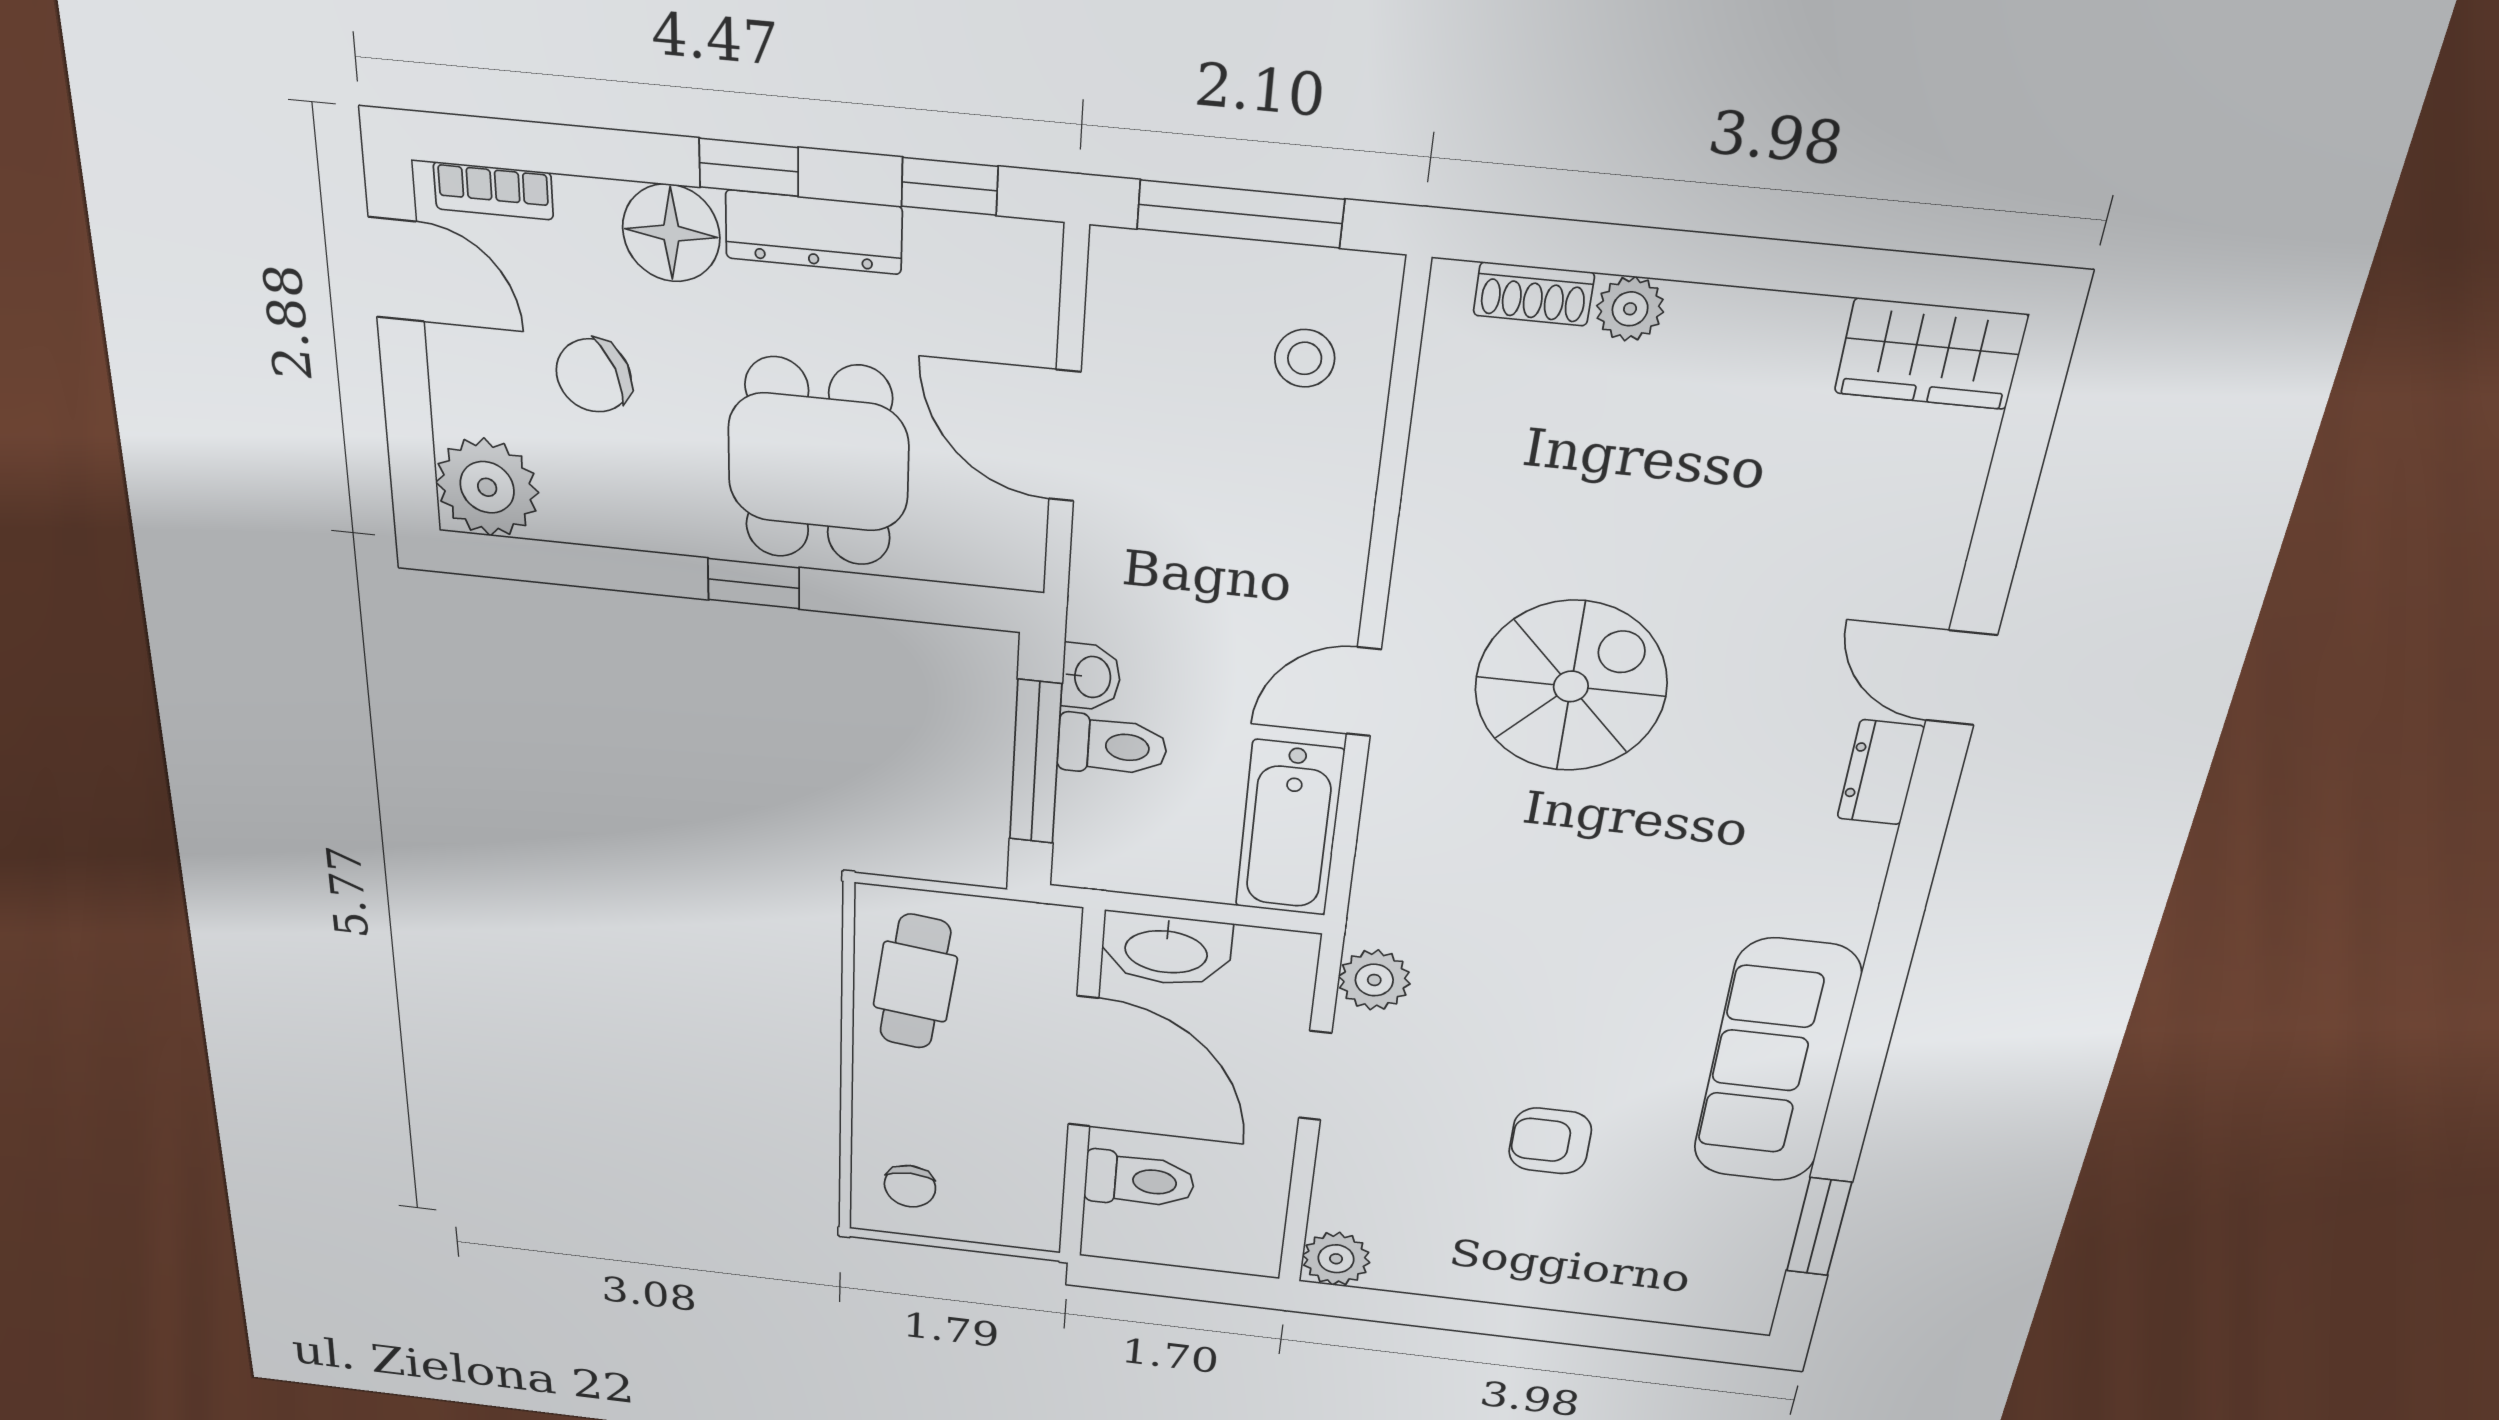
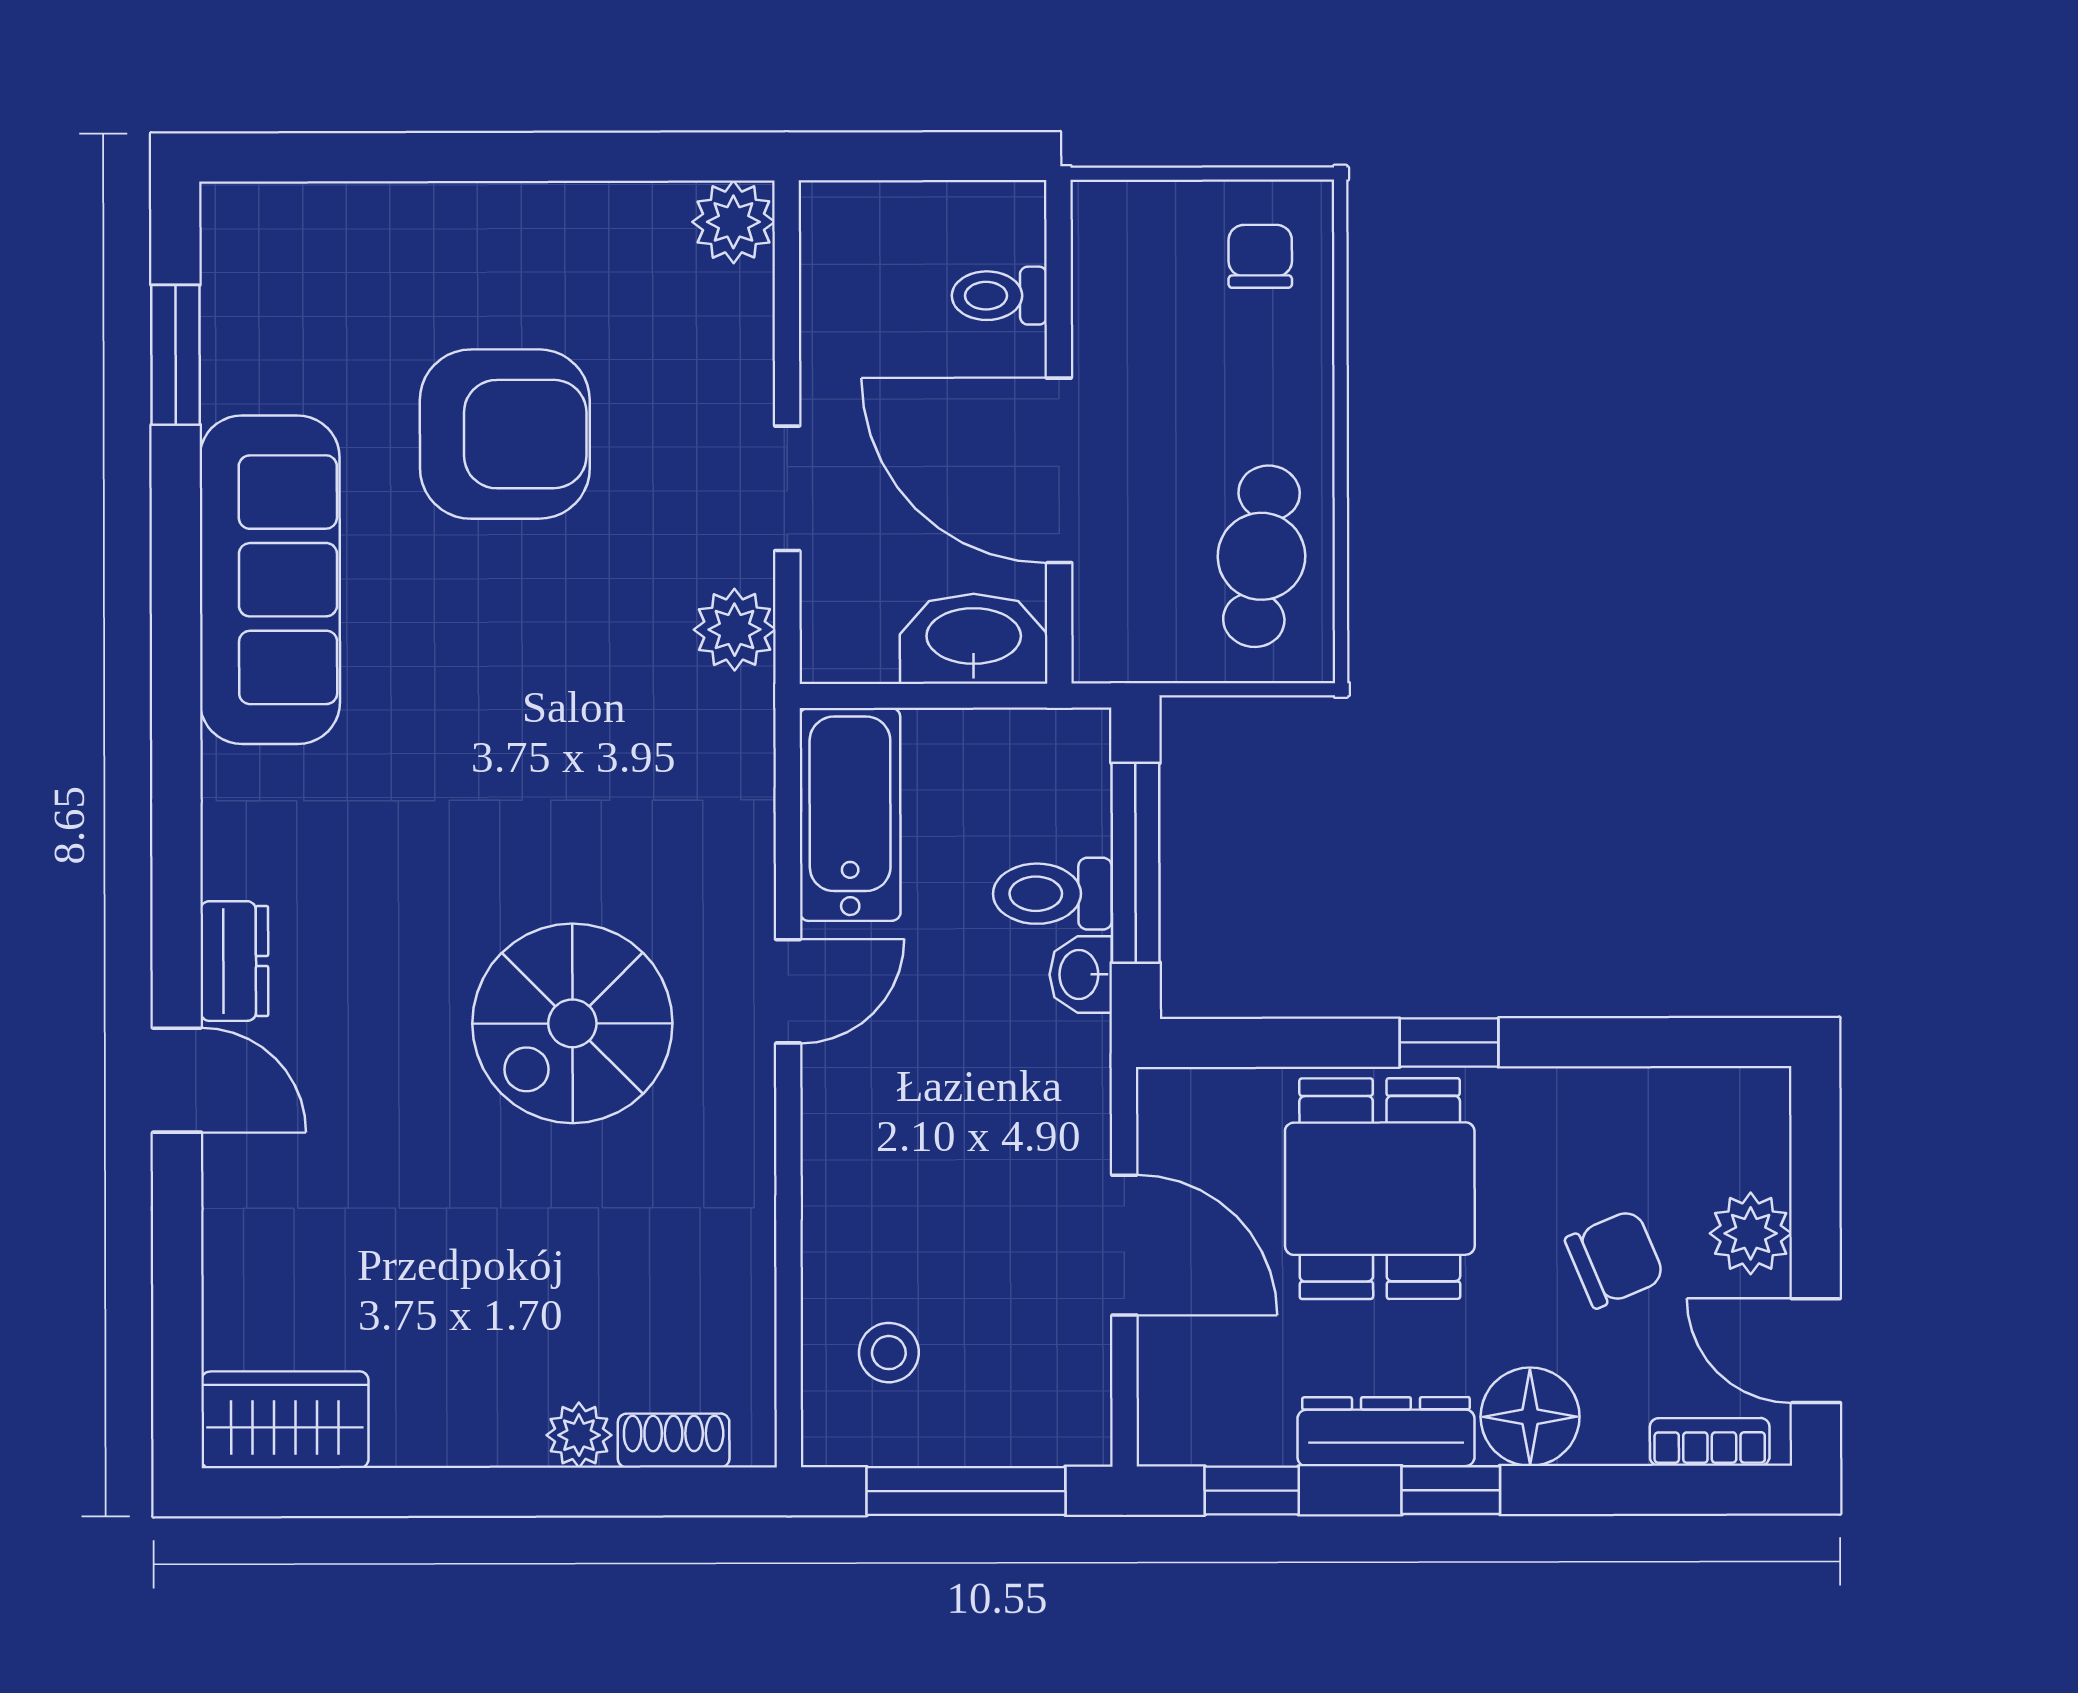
plant: (487, 487) -> (1751, 1233), moved, width x0.73, depth x0.73
armchair: (1550, 1141) -> (505, 434), width x1.88, depth x1.88
toilet: (1139, 1180) -> (999, 296), width x0.73, depth x0.72

